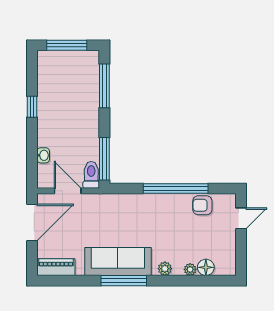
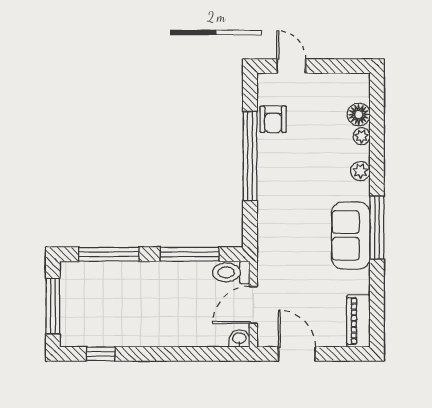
window: (32, 107) -> (101, 354), moved
washbasin: (43, 155) -> (239, 339), moved
window: (104, 159) -> (190, 254), moved
door: (32, 222) -> (297, 354), width x0.73
sofa: (118, 262) -> (351, 235), width x0.73

